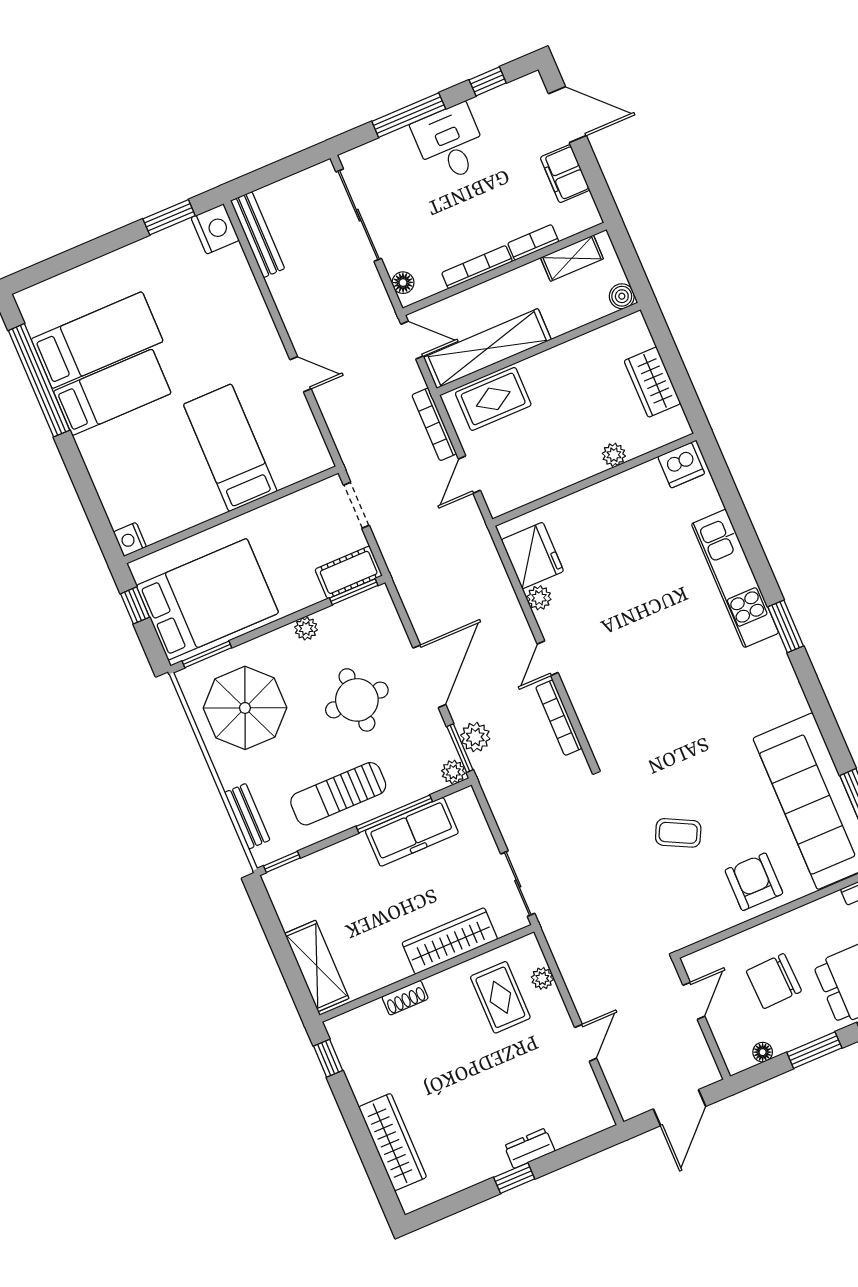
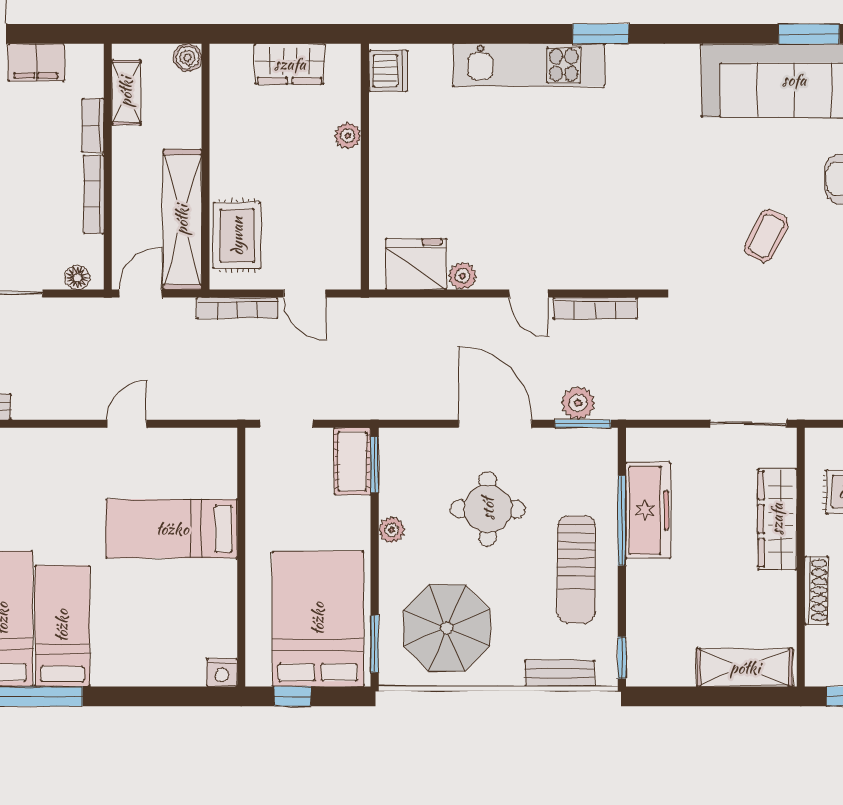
plant: (453, 772) -> (605, 441), removed
shoe rack: (405, 998) -> (816, 590), width x1.43

